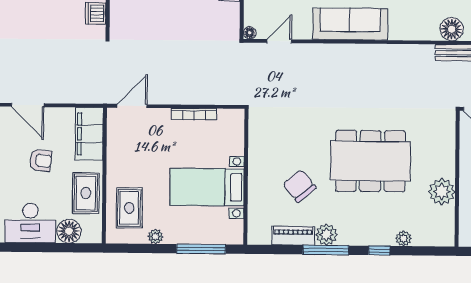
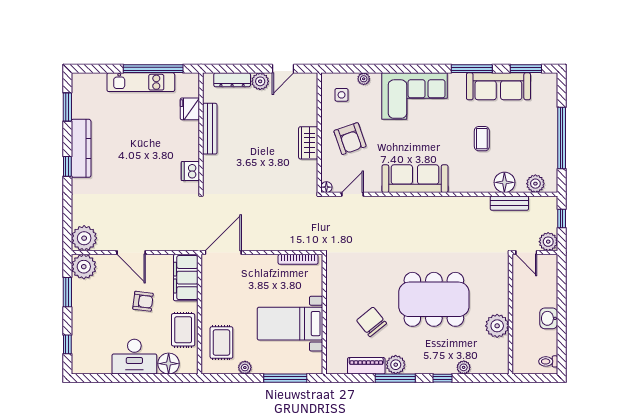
door: (132, 106) -> (223, 253), width x1.36
bookcase: (194, 114) -> (298, 259), moved

